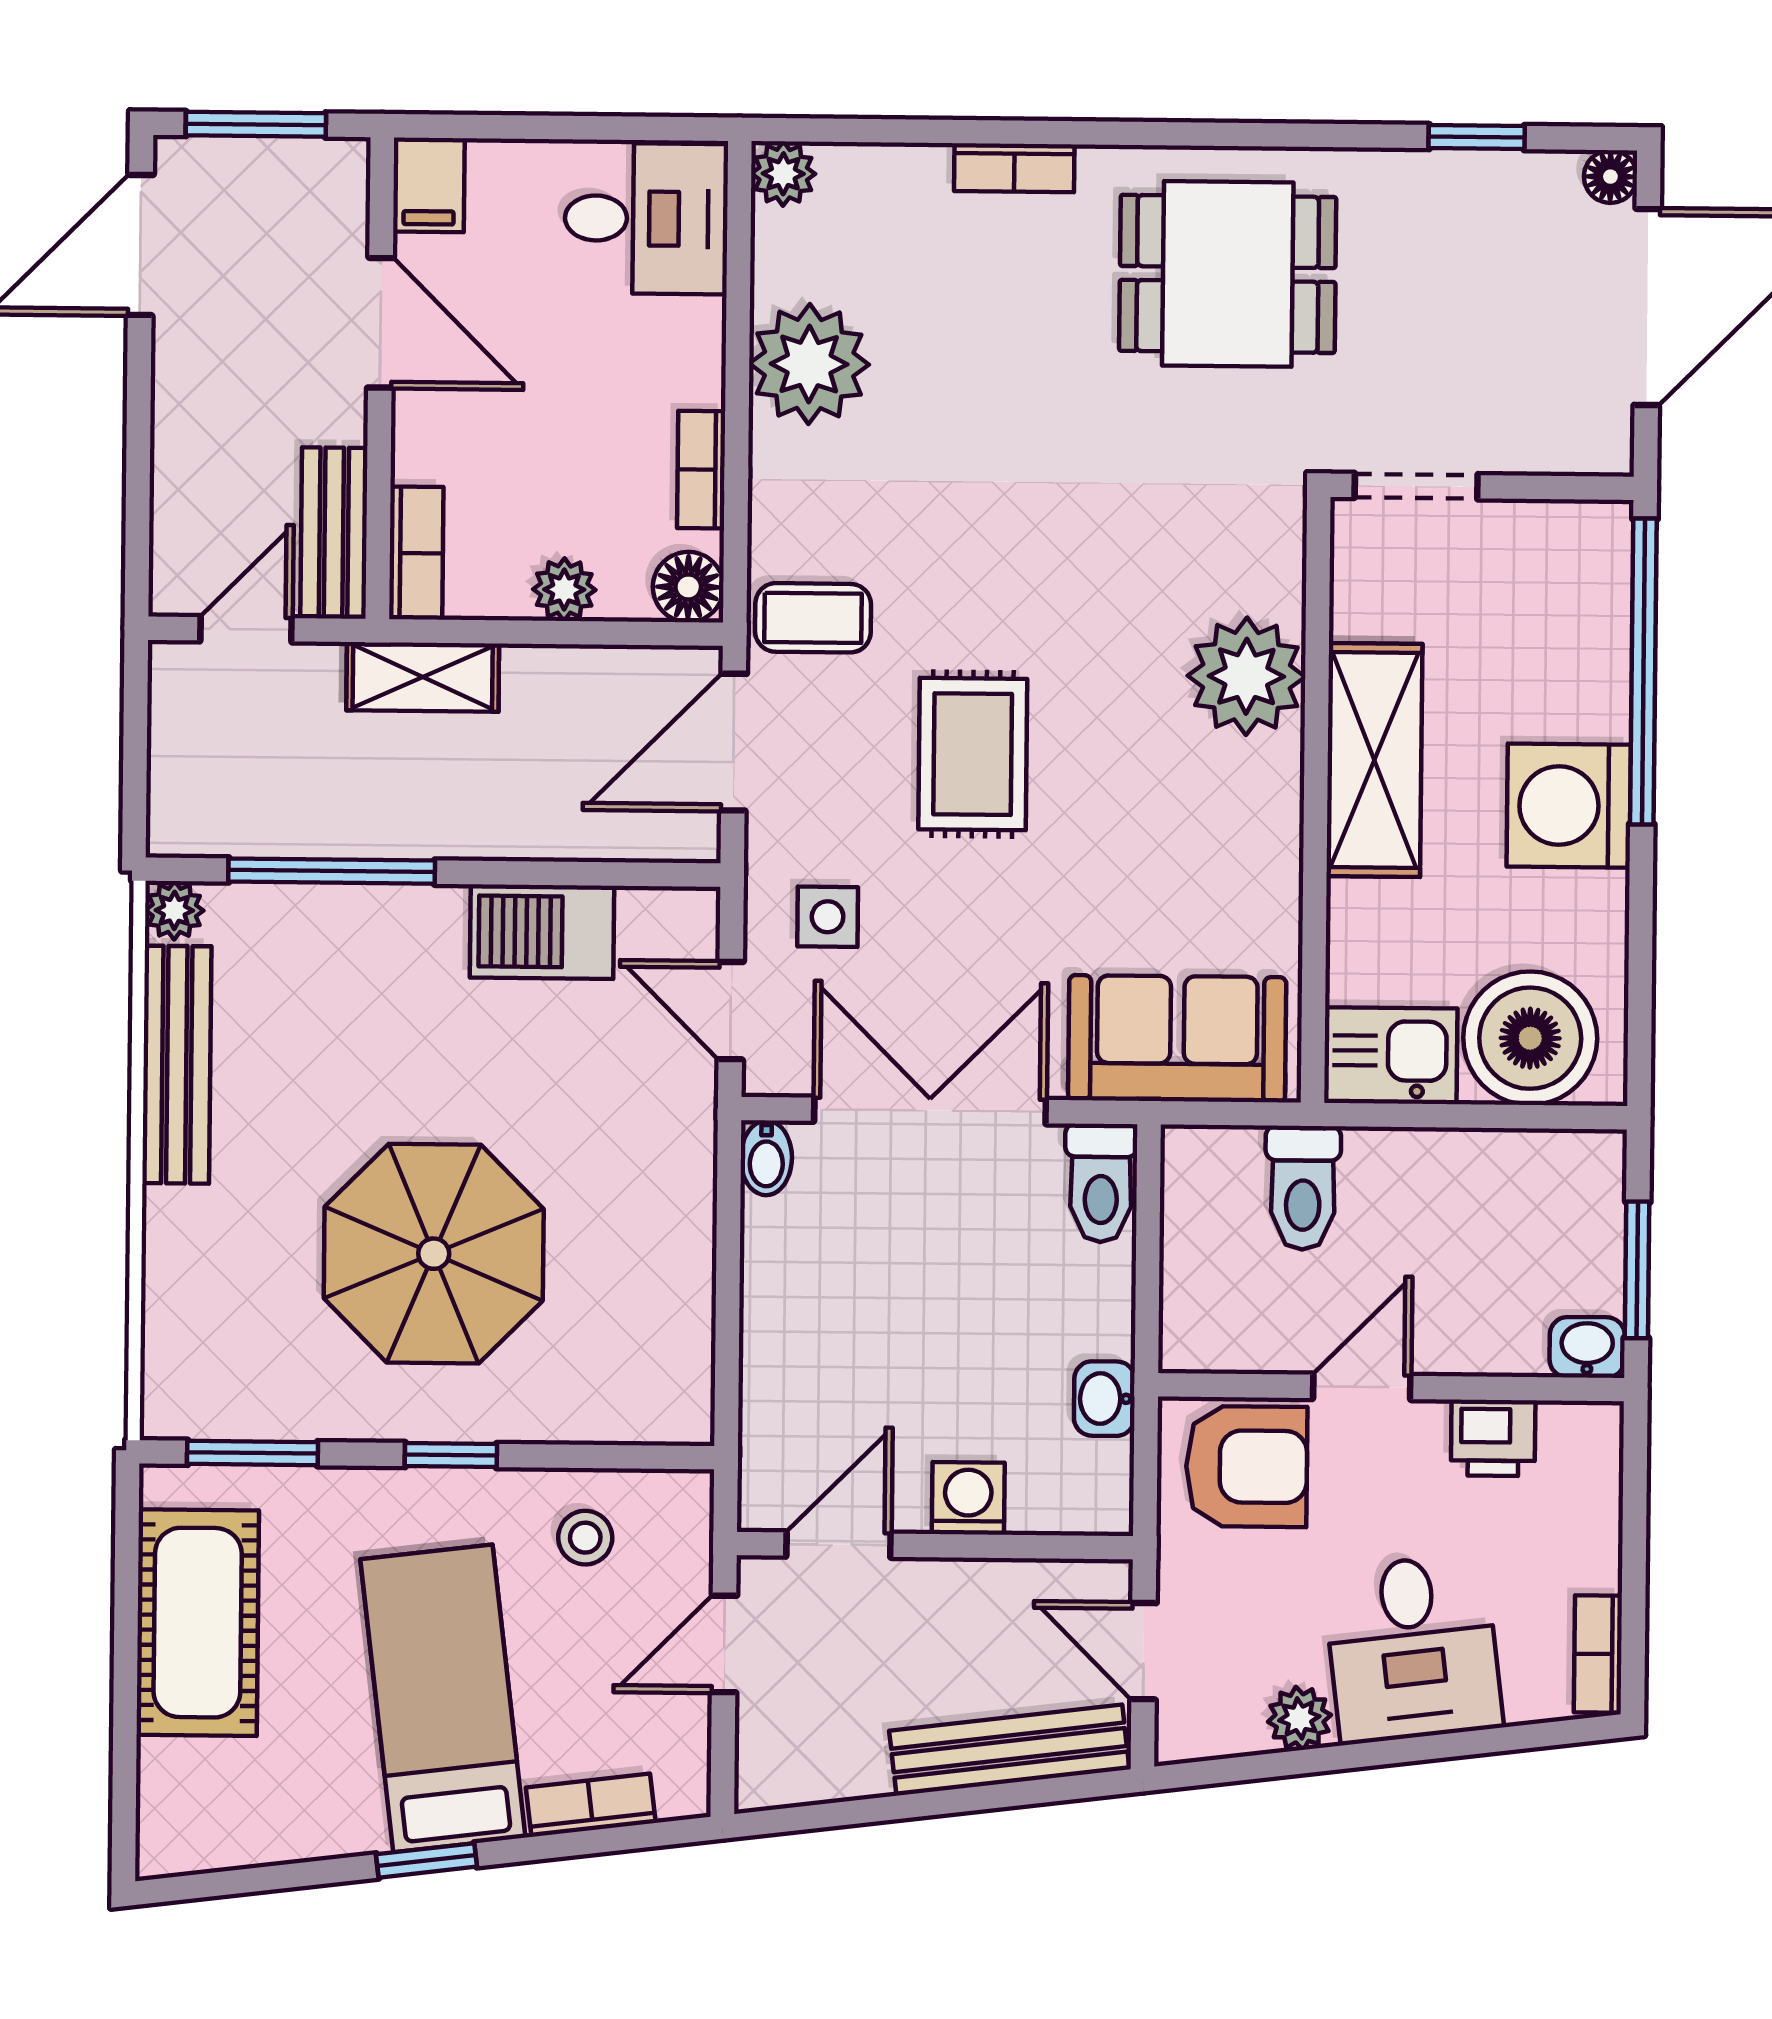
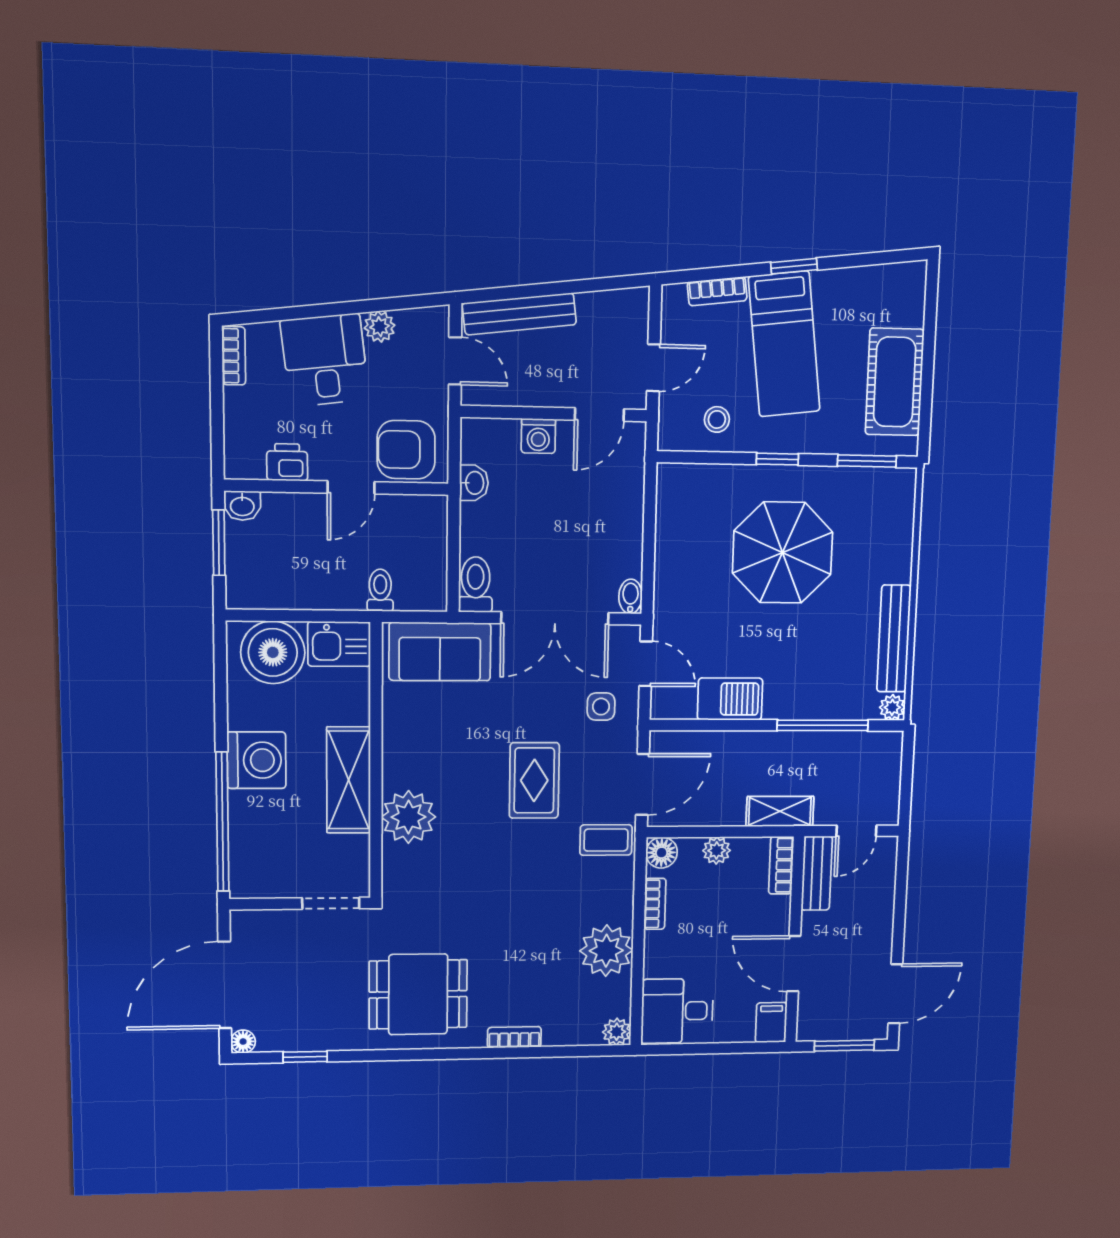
toilet: (1303, 1188) -> (380, 590), width x0.73, depth x0.72

